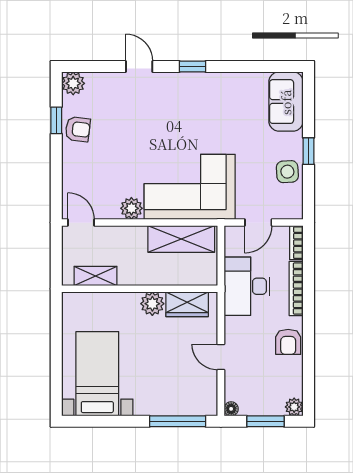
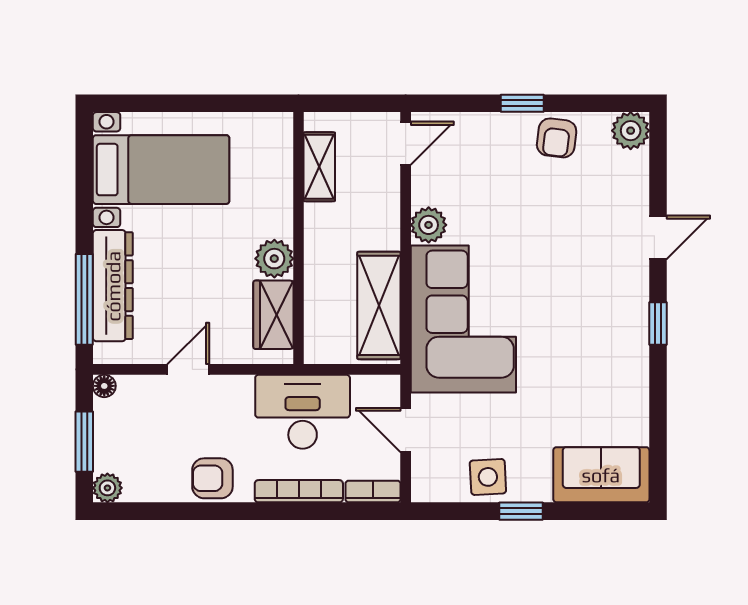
window: (56, 120) -> (522, 103), moved
dresser: (169, 404) -> (113, 286), added

